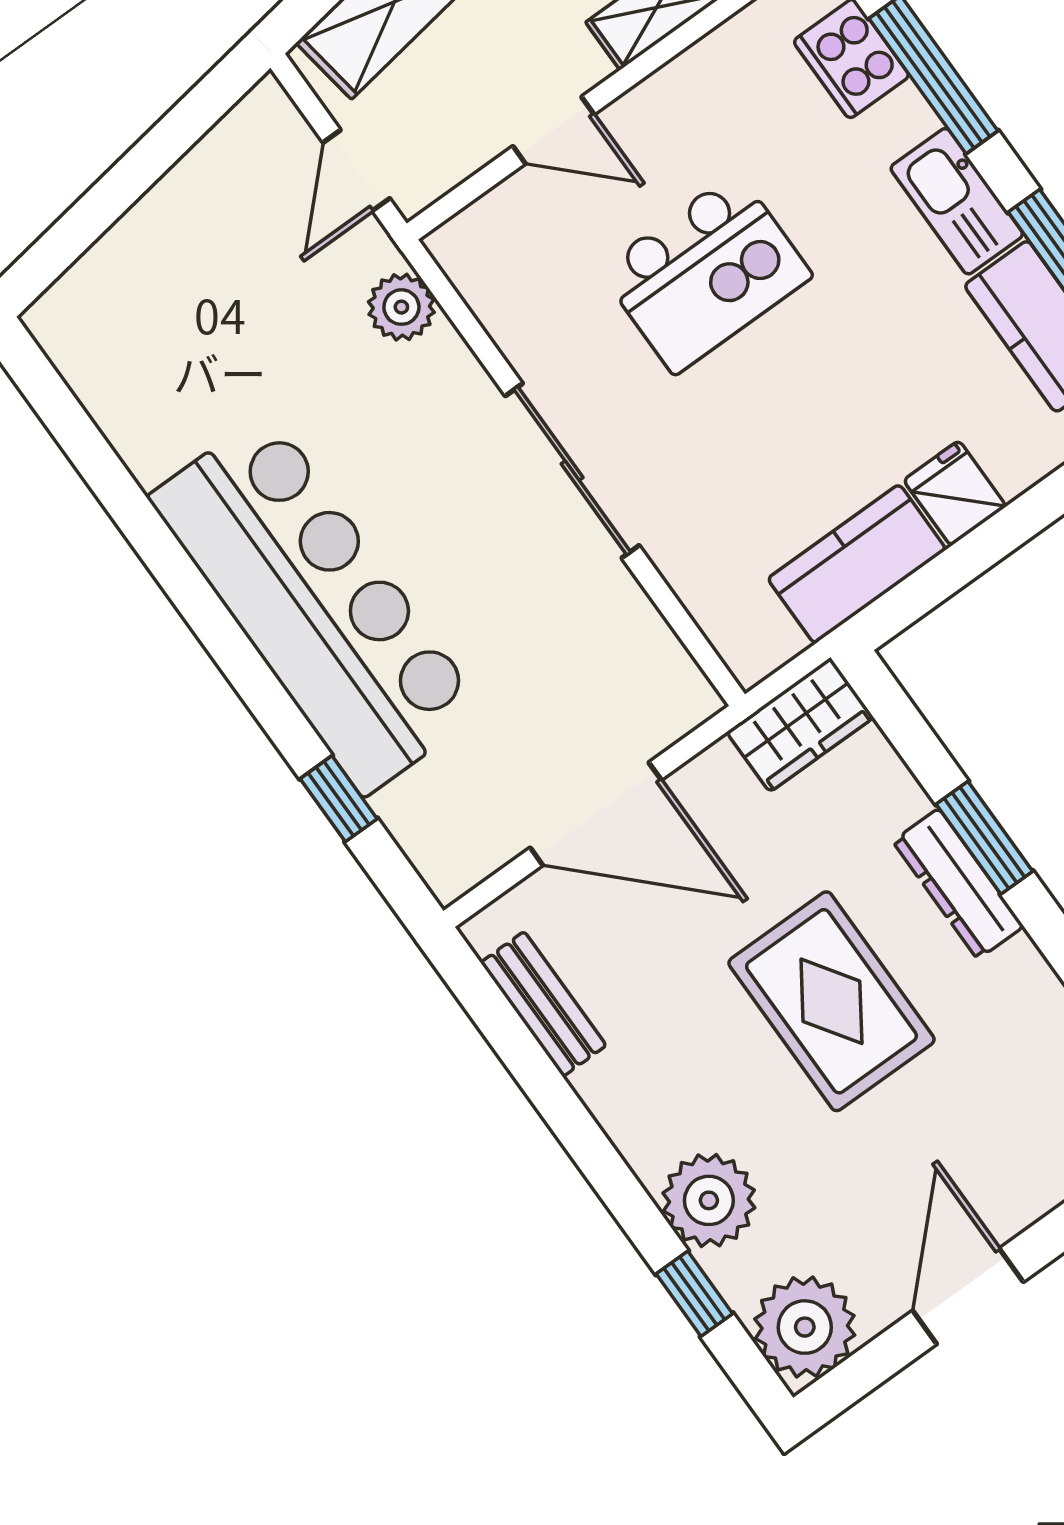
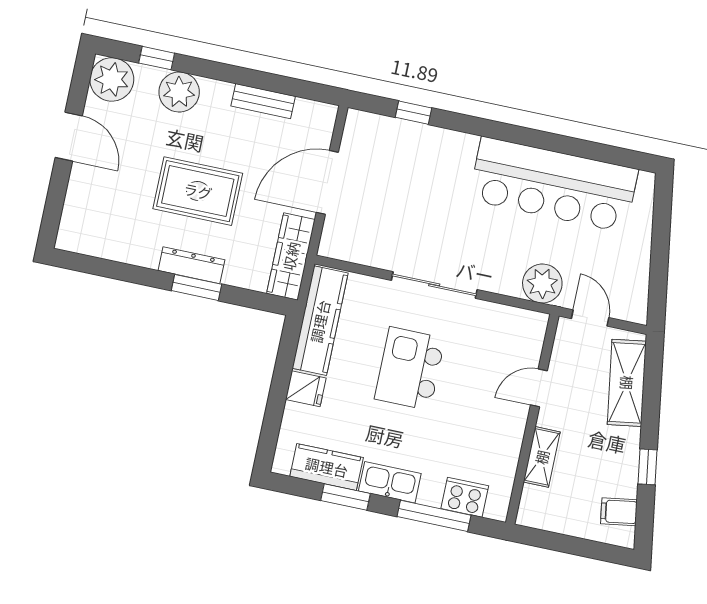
kitchen island: (706, 273) -> (410, 369), moved
plant: (401, 307) -> (542, 284), width x1.36, depth x1.36
kitchen counter: (857, 564) -> (320, 321), width x1.50
bar counter: (316, 604) -> (553, 184), moved
wardrobe: (800, 725) -> (291, 256), width x1.50
bench: (543, 1004) -> (263, 101), moved

